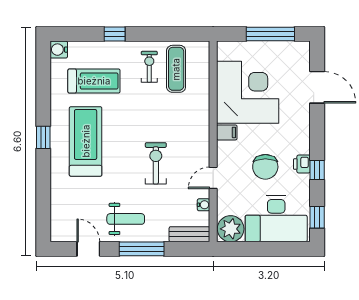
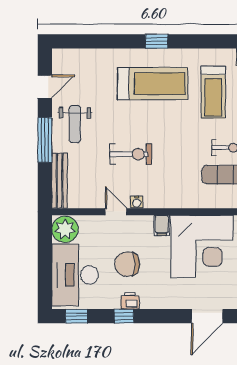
water cooler: (204, 205) -> (137, 202), moved
bench: (189, 234) -> (60, 181), width x1.36

